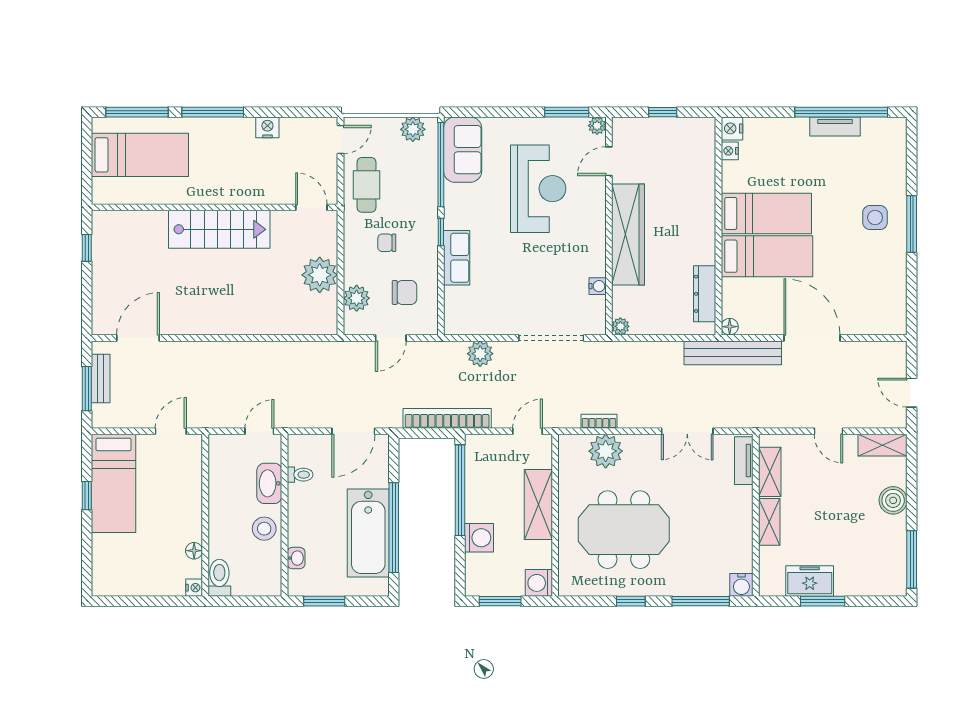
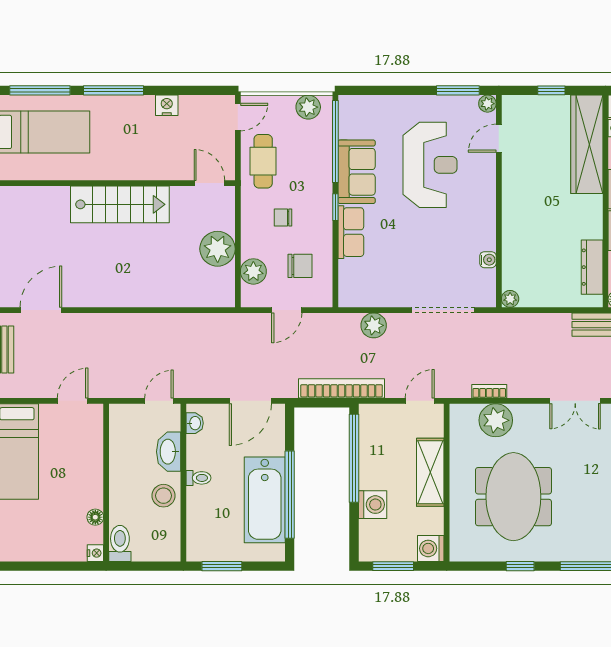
sofa: (463, 150) -> (357, 172), moved
wardrobe: (628, 235) -> (587, 144), moved, turned 180
toilet: (300, 475) -> (198, 478), moved
meeting table: (624, 530) -> (513, 497), turned 90
washbasin: (296, 558) -> (195, 423), moved

